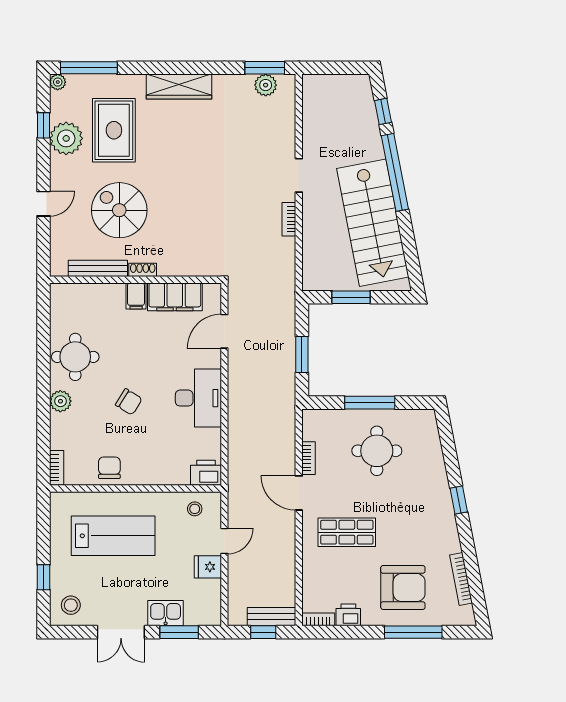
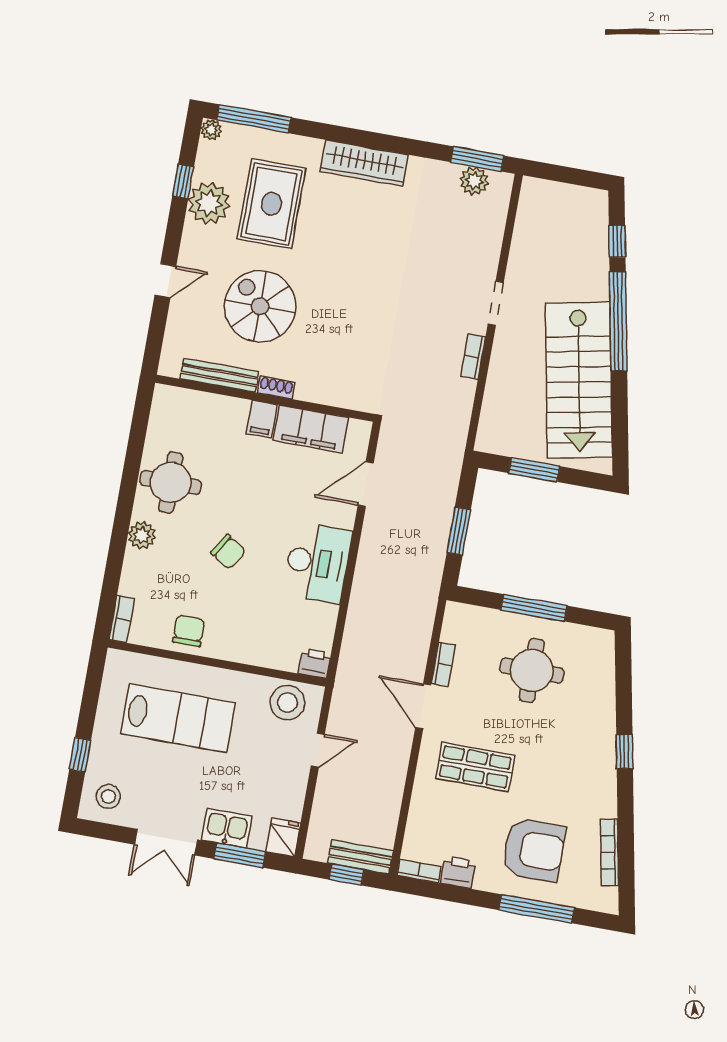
printer: (206, 473) -> (315, 663), width x0.73, depth x0.81
stool: (195, 509) -> (288, 703), width x1.89, depth x1.89
fridge: (208, 567) -> (283, 837), moved, turned 90

